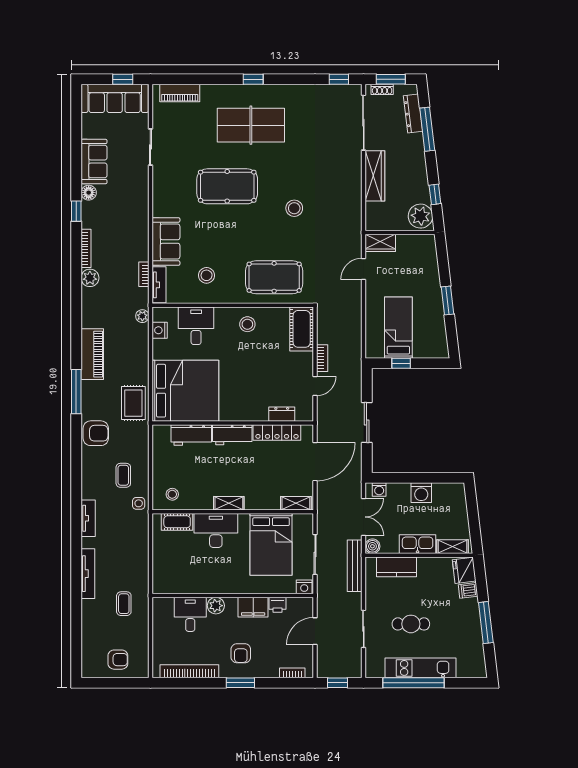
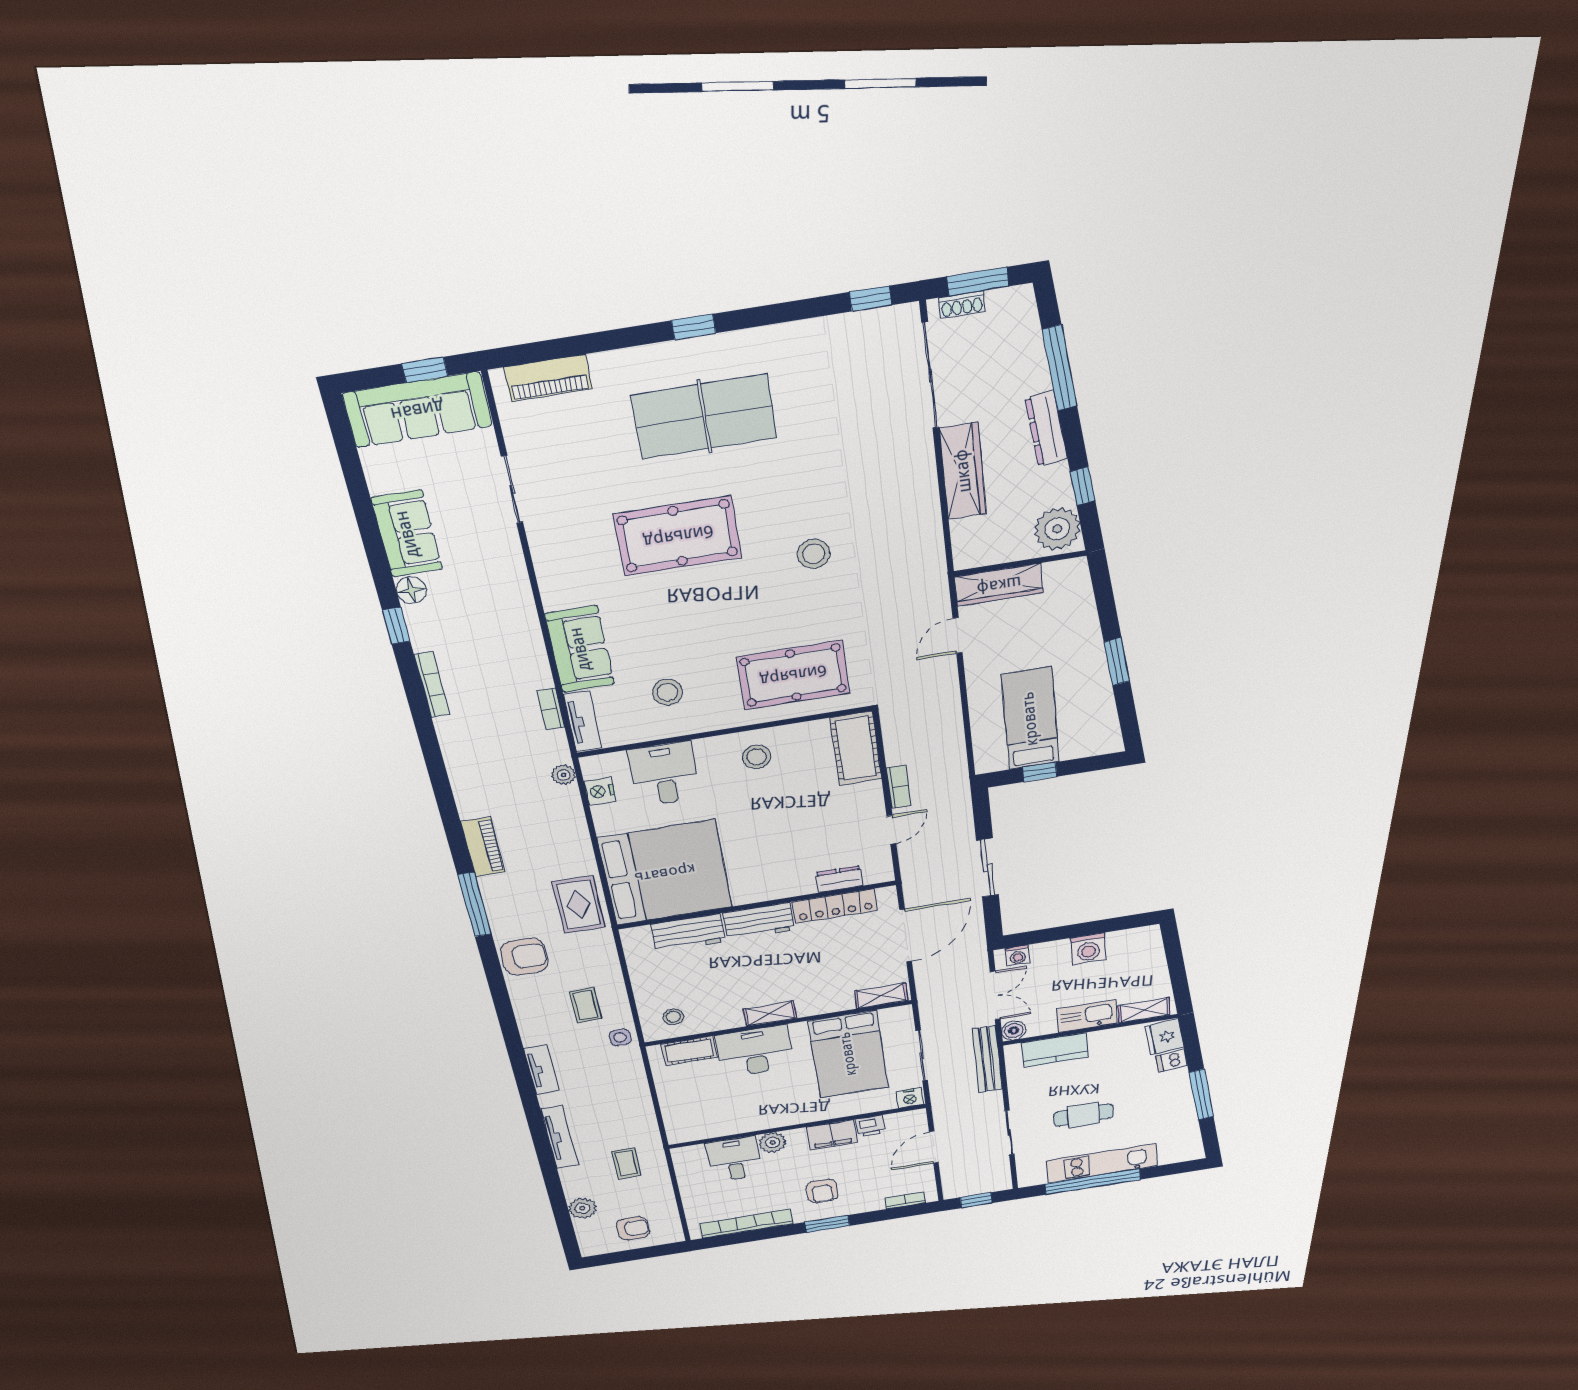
dresser: (413, 113) -> (1046, 429), moved
wardrobe: (380, 243) -> (999, 585), width x1.50
plant: (90, 278) -> (582, 1208), moved
piano: (92, 354) -> (483, 847), width x0.73, depth x0.75

